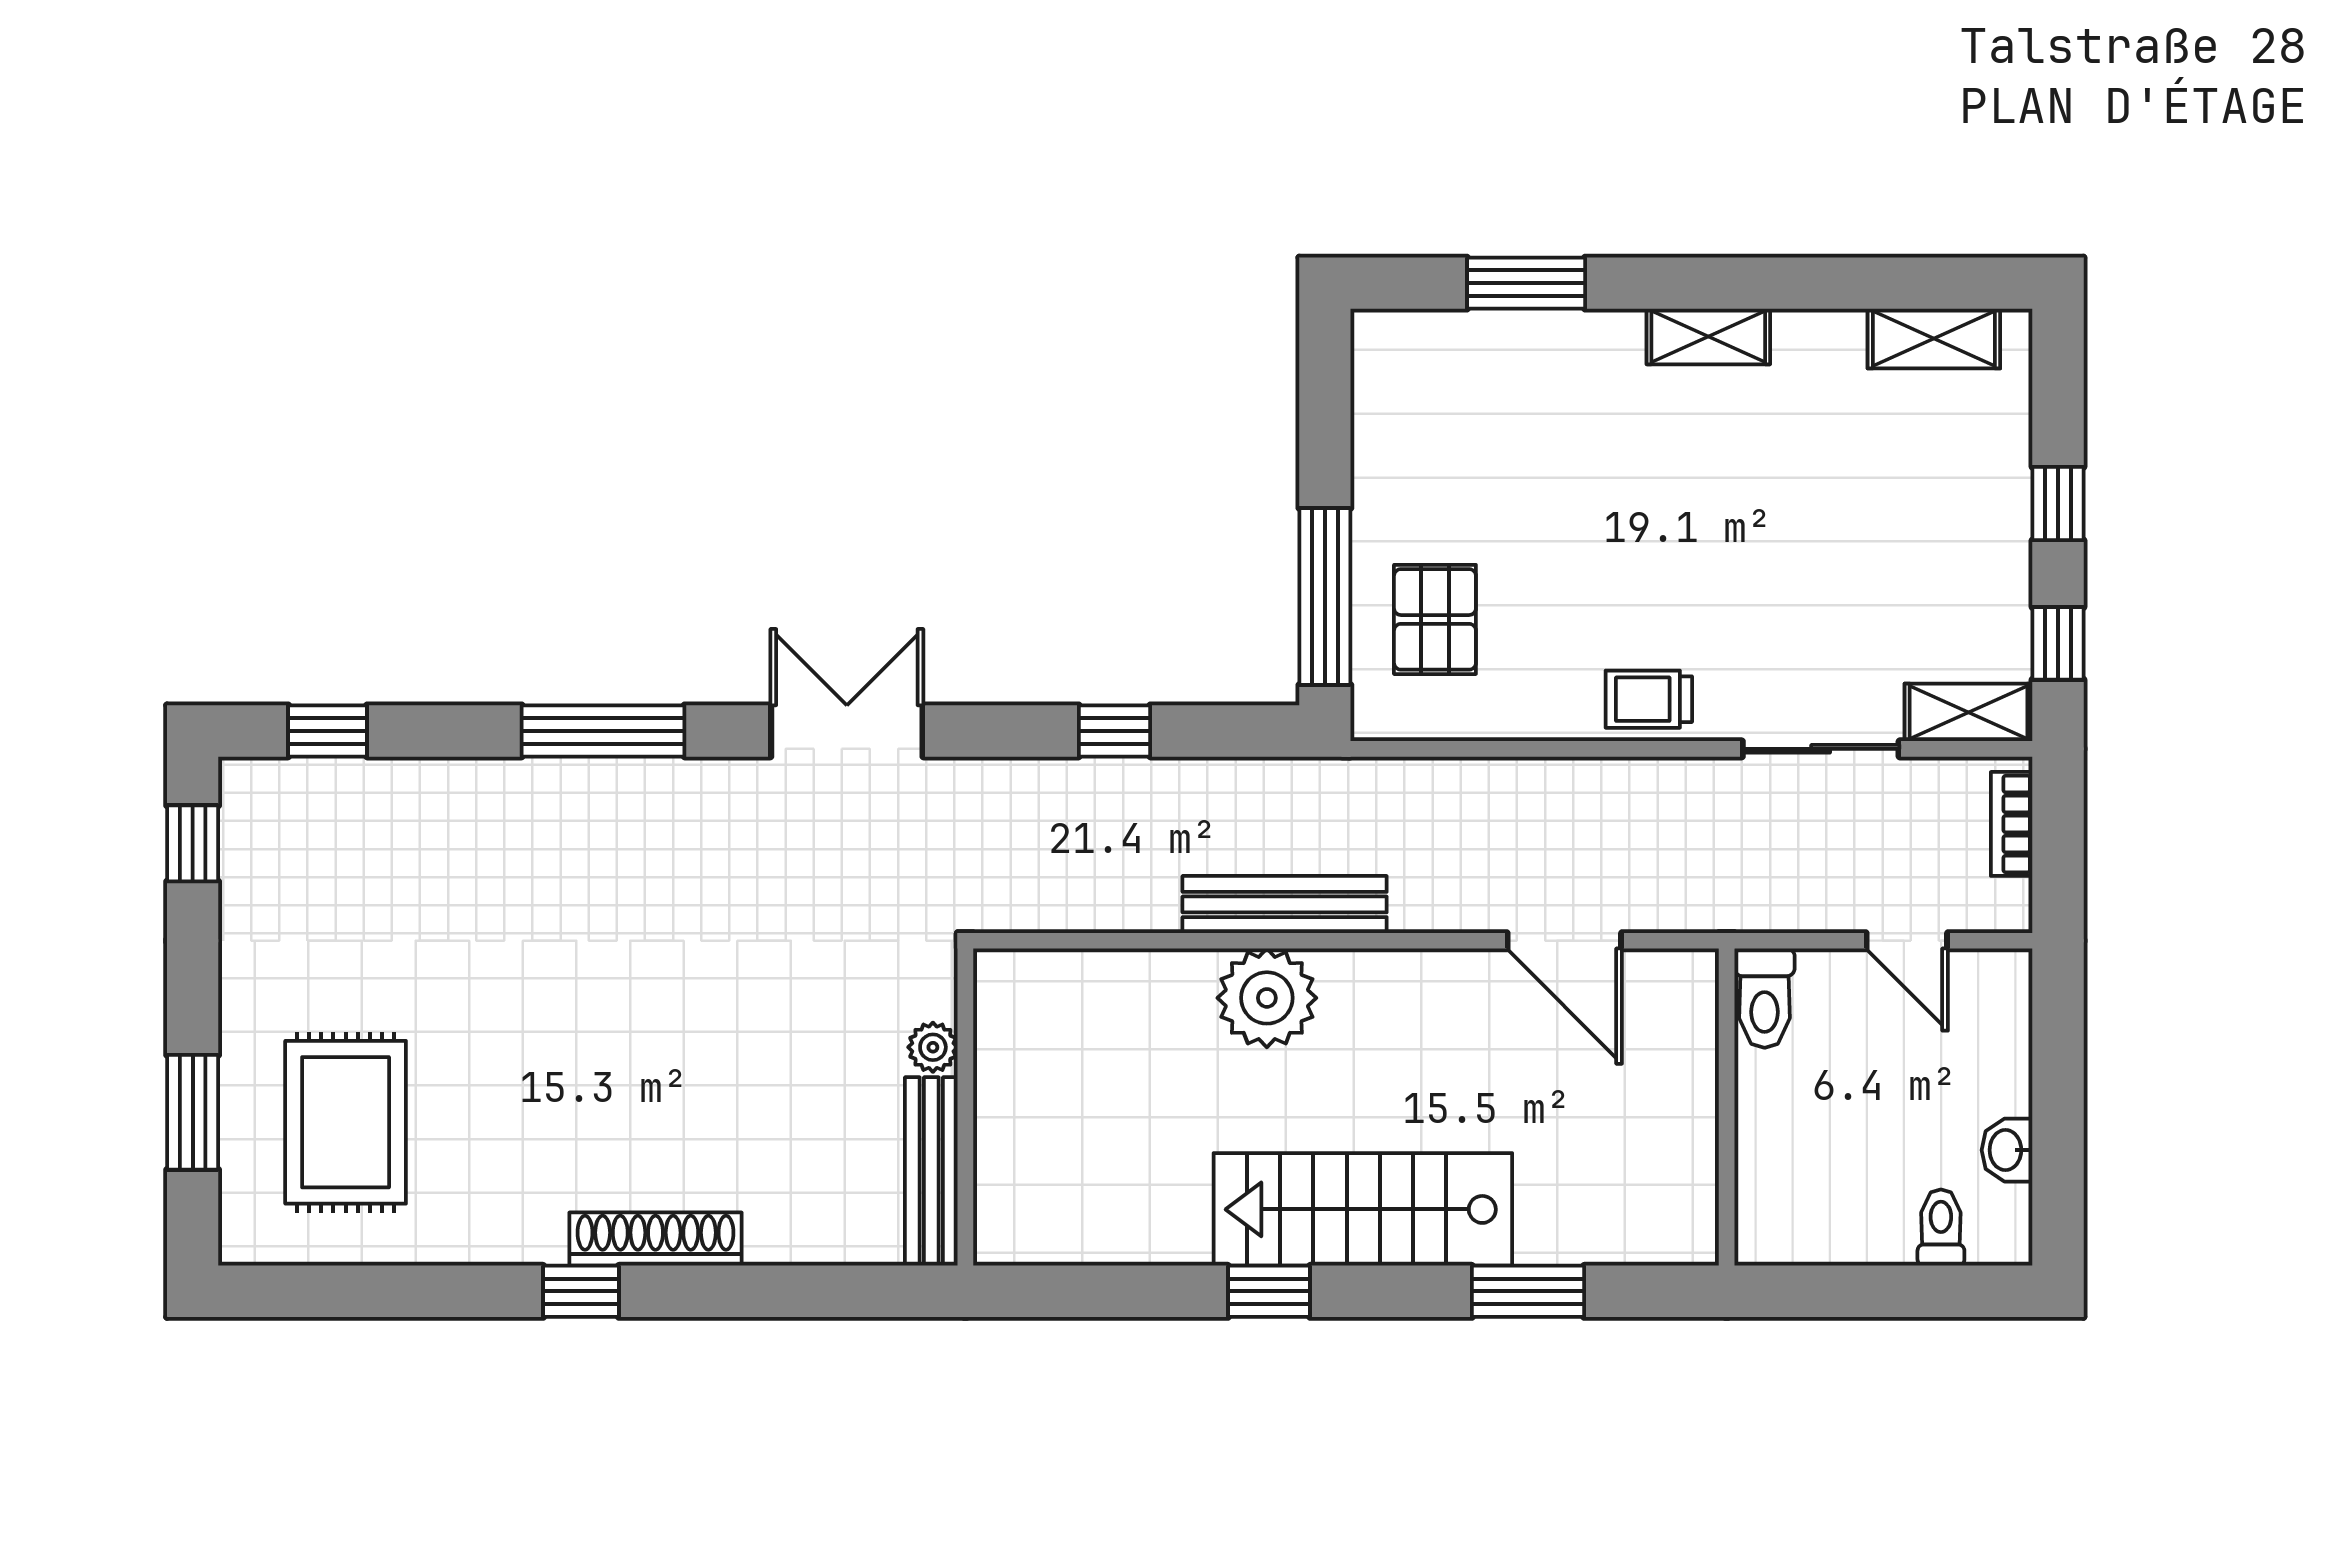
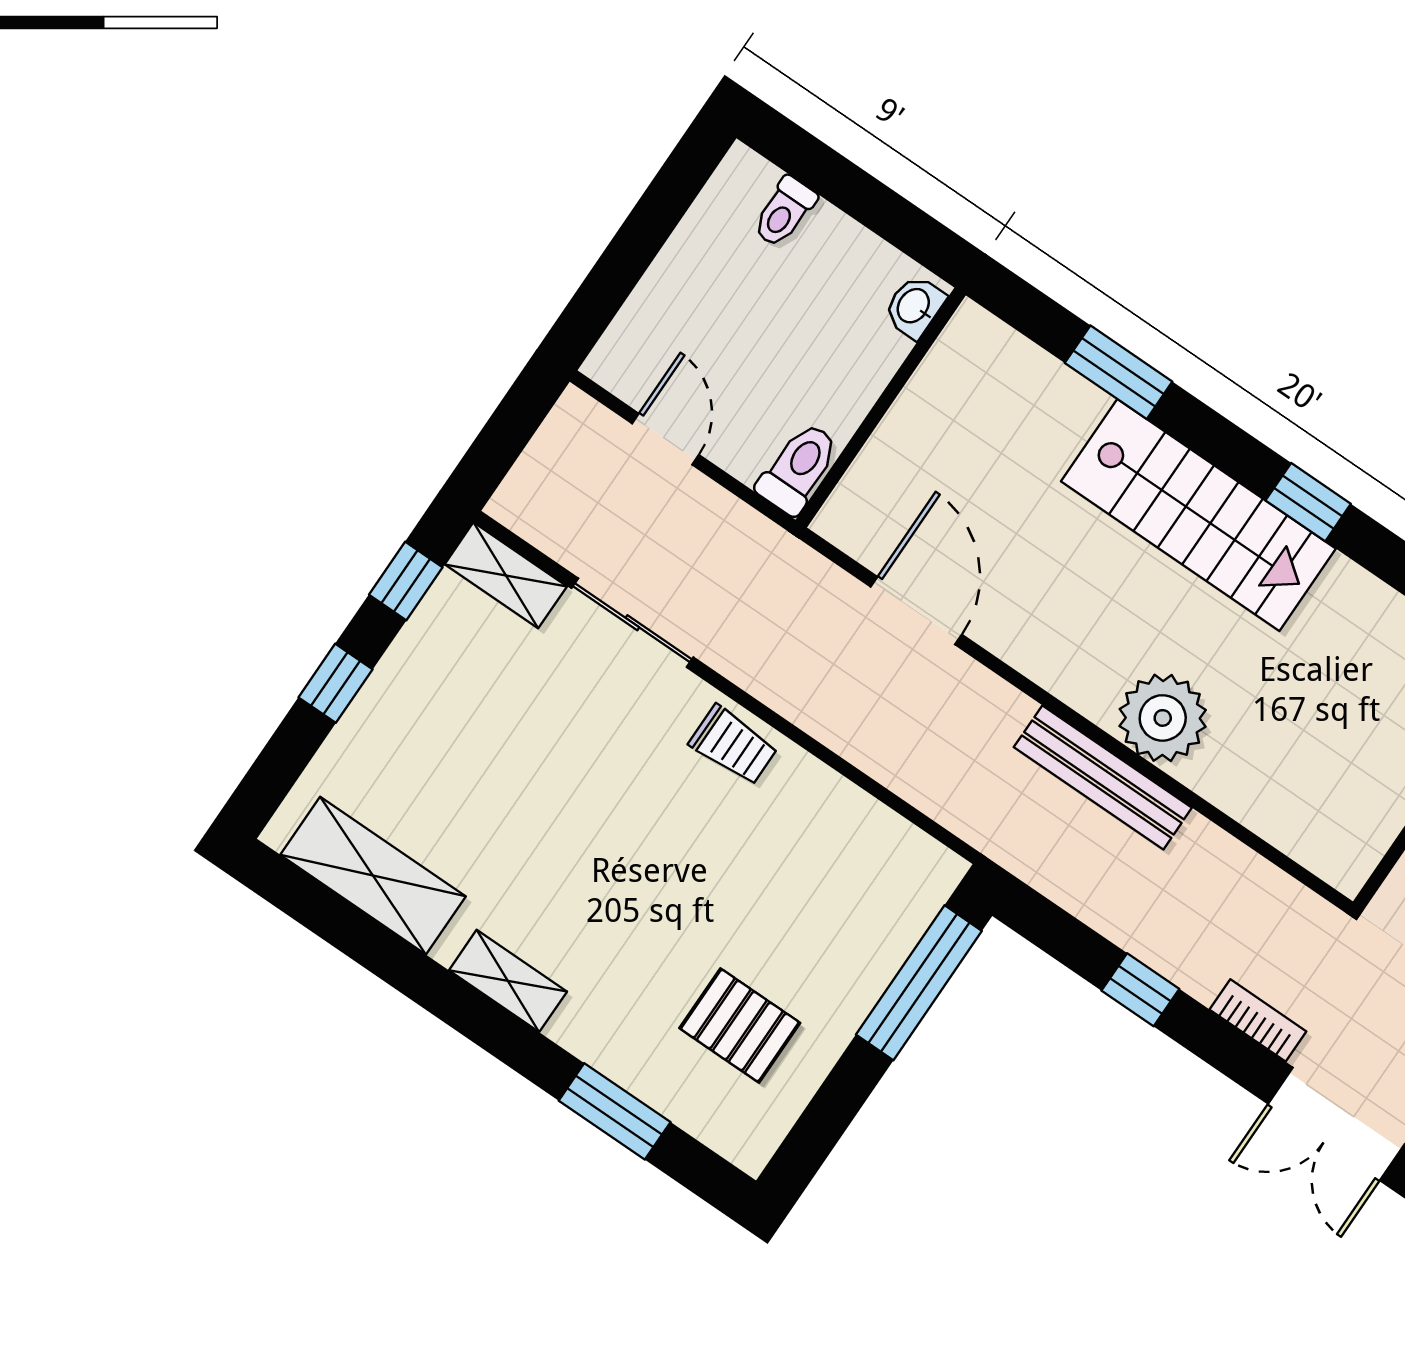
shelving: (1934, 339) -> (373, 876), width x1.50, depth x1.33
pallet: (1435, 619) -> (740, 1026), moved, turned 90
bookcase: (2012, 824) -> (1258, 1020), moved, turned -90
washbasin: (2007, 1150) -> (914, 306), moved, turned 180

